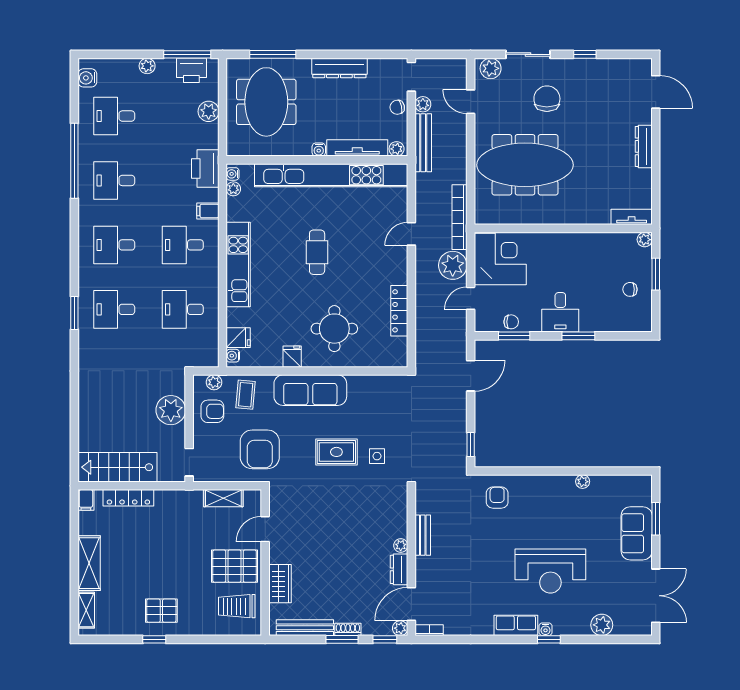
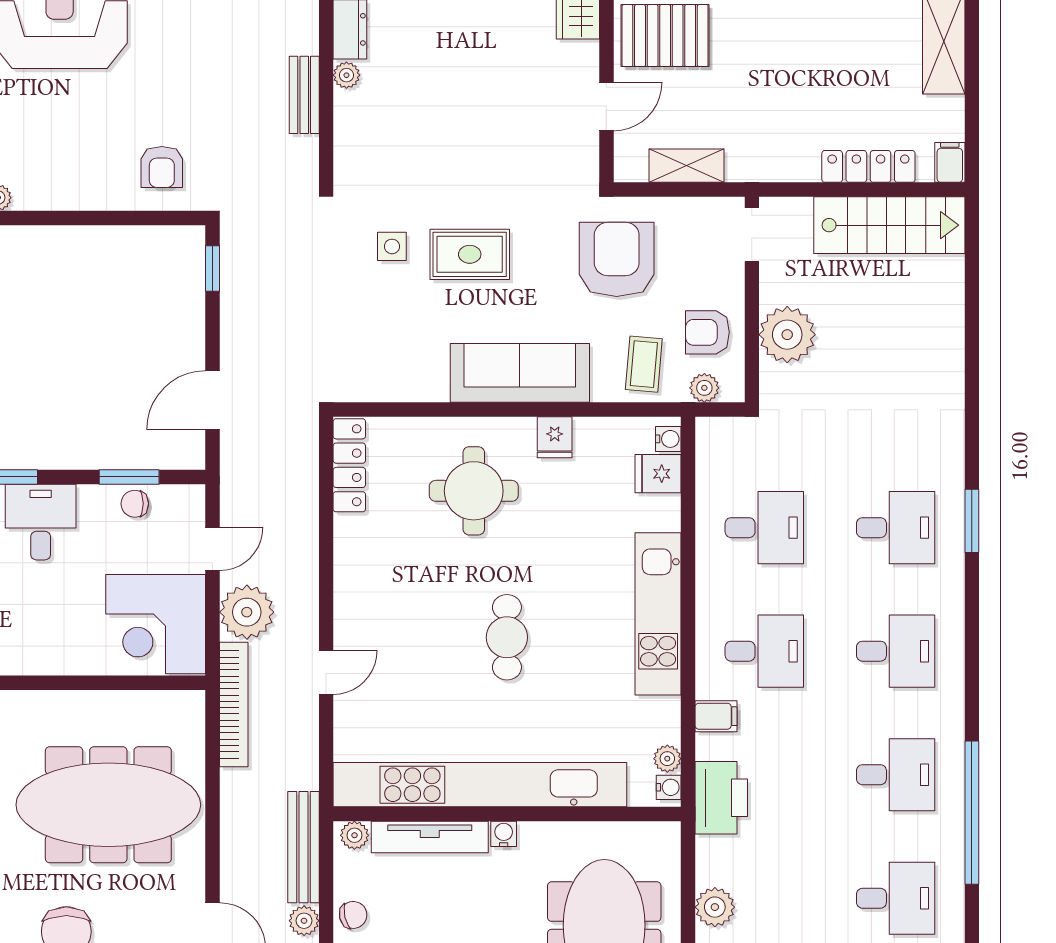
locker: (399, 311) -> (349, 465), moved

